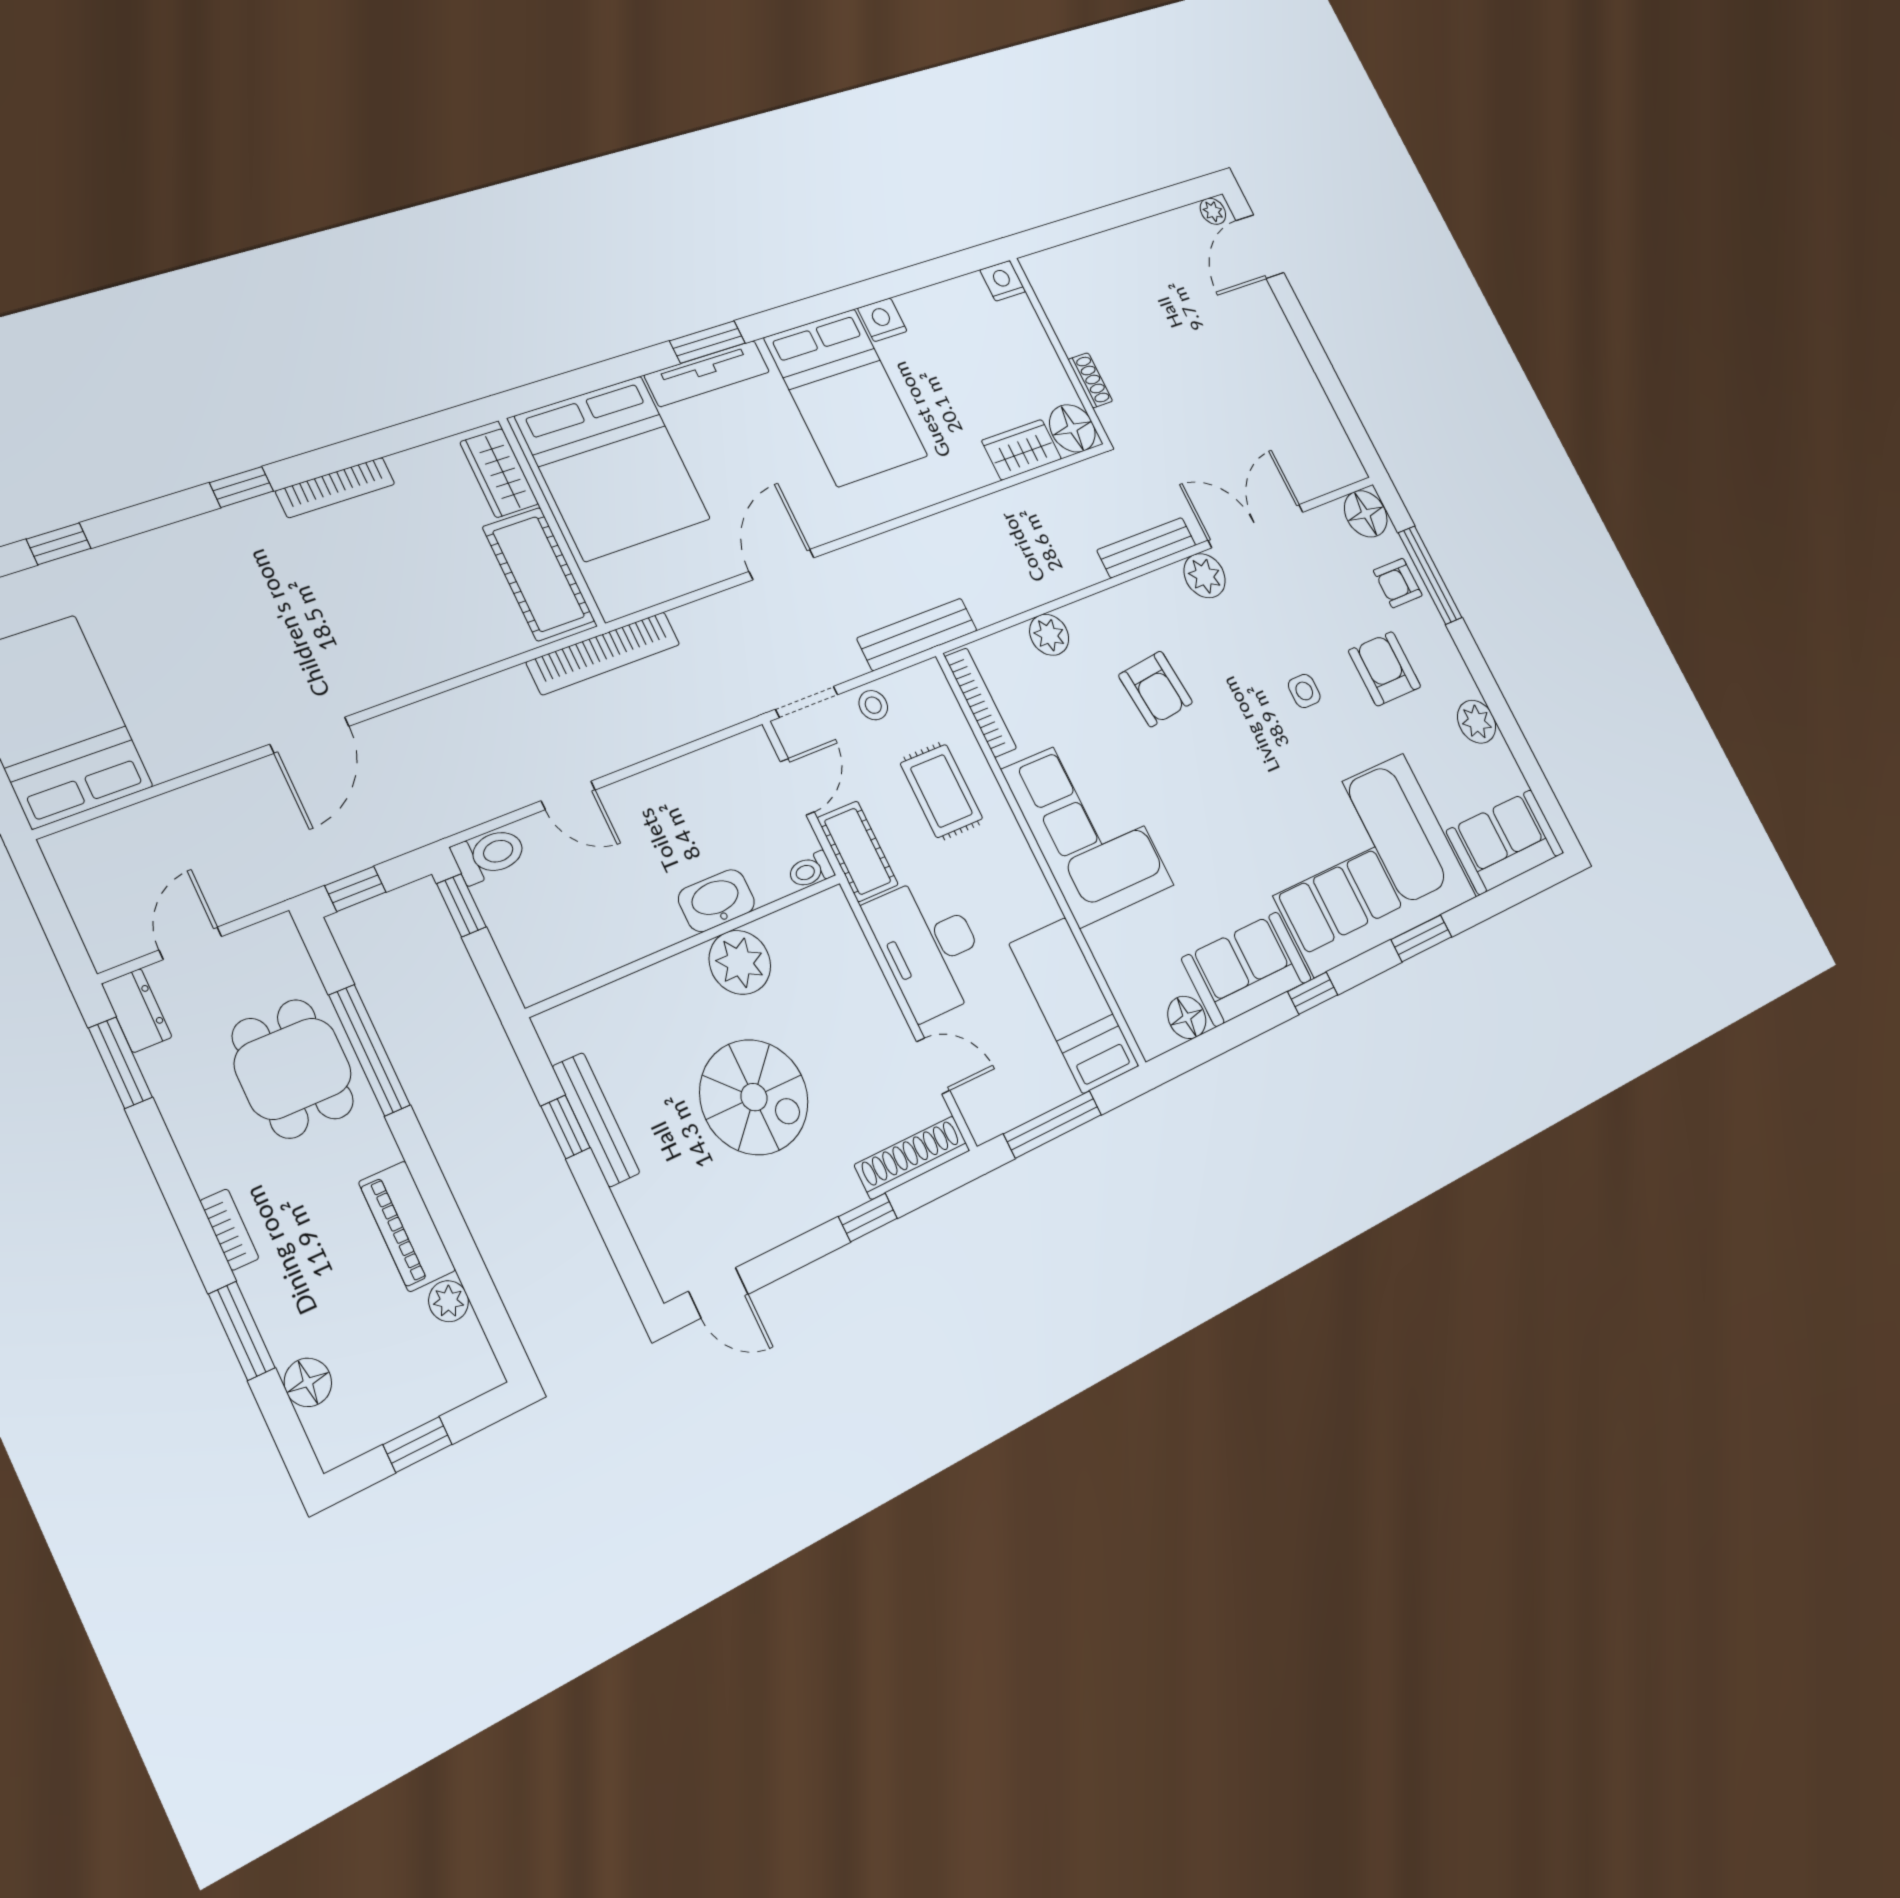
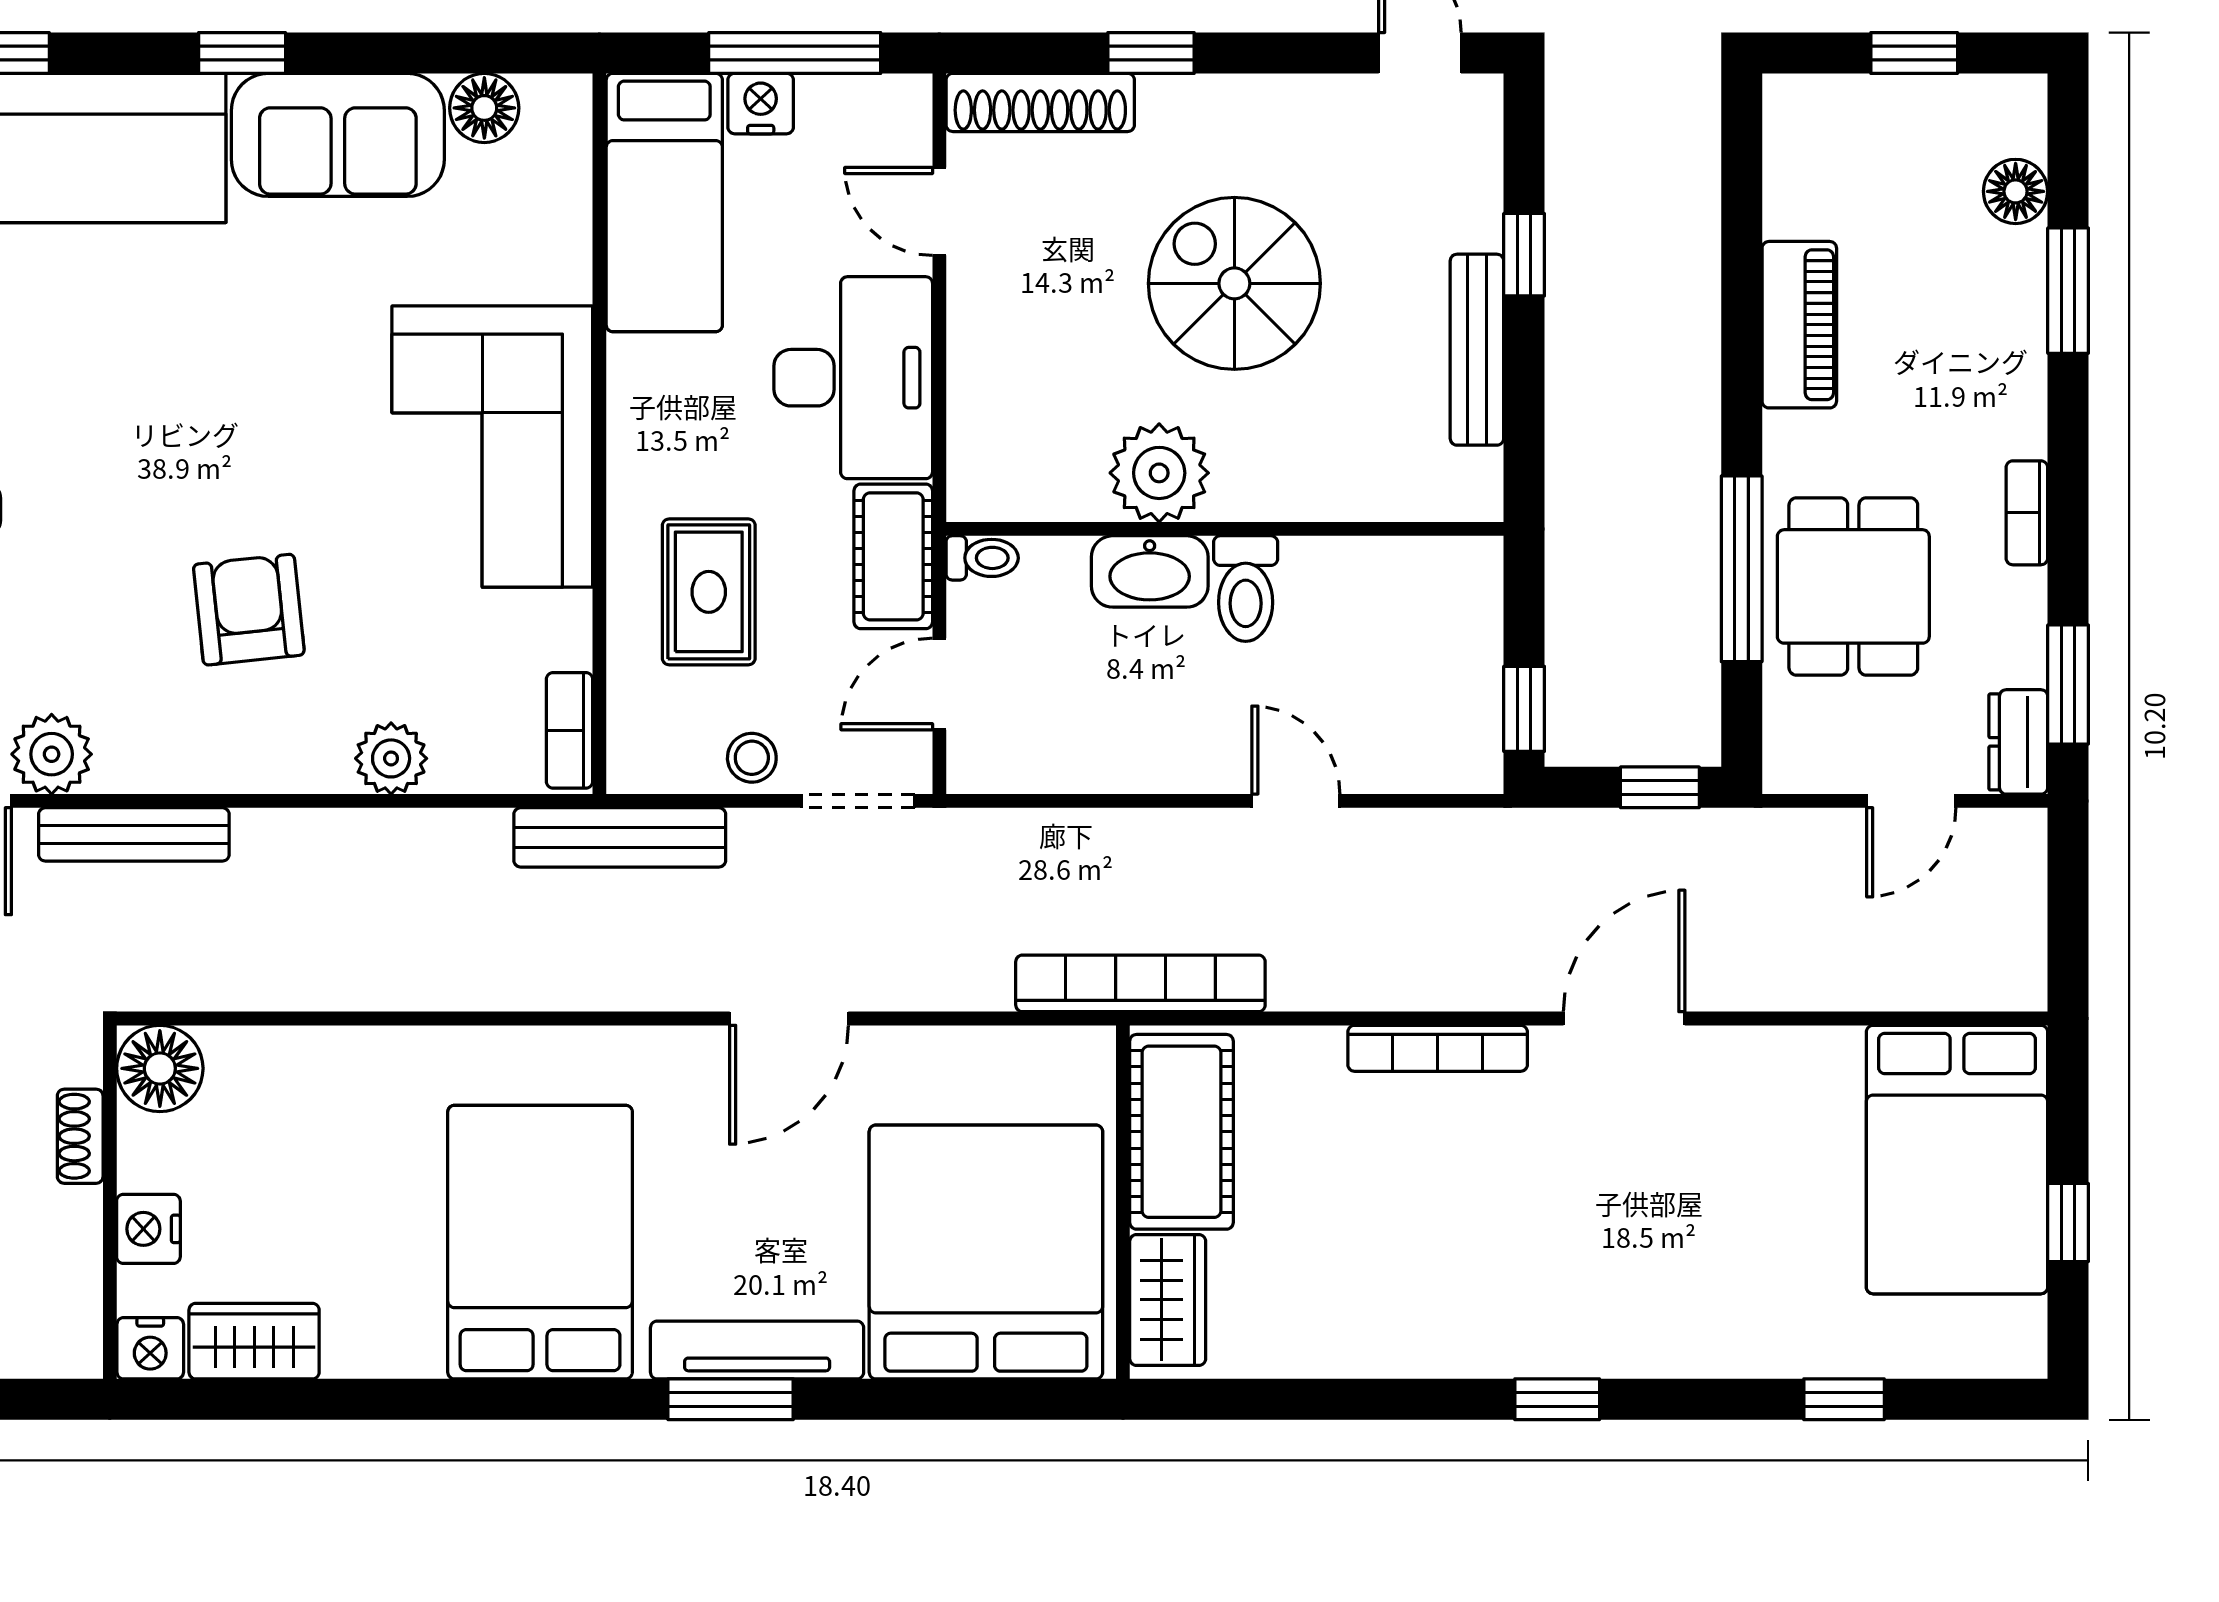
nightstand: (882, 320) -> (148, 1229), moved, turned 90
wardrobe: (1022, 450) -> (254, 1341), moved, turned 180
bookcase: (335, 487) -> (1438, 1048), moved, turned 180
bookcase: (981, 703) -> (569, 730), width x0.64
toilet: (489, 855) -> (1246, 589), moved, turned -90
nightstand: (1055, 1086) -> (761, 104), added
window: (566, 1127) -> (1524, 255), moved
bookcase: (229, 1230) -> (2027, 513), moved
plant: (449, 1301) -> (1790, 208), removed

